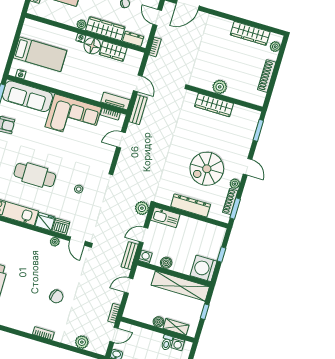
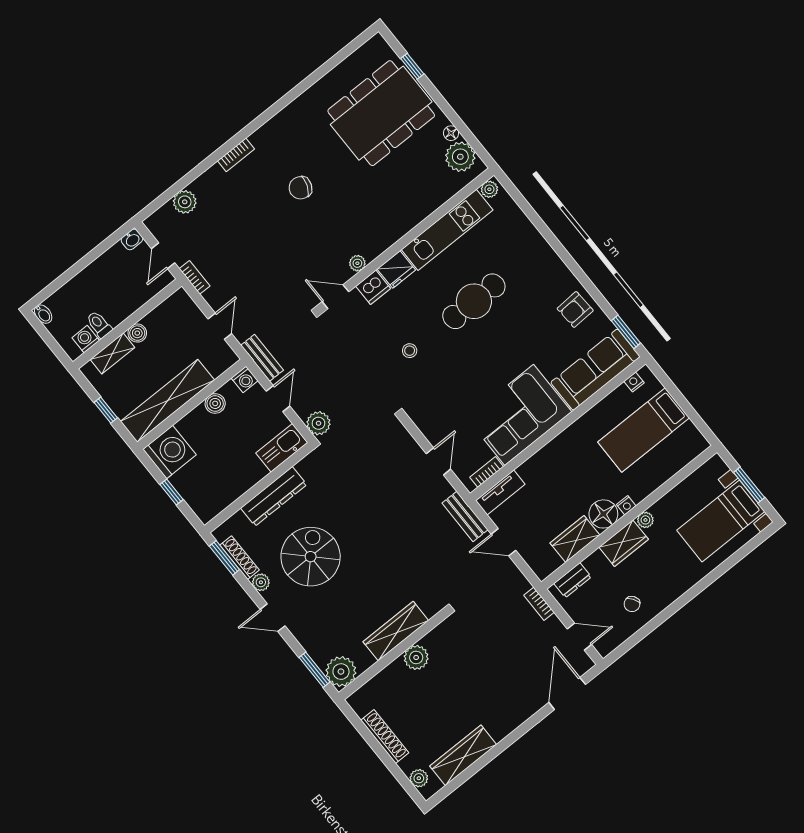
wardrobe: (105, 29) -> (624, 543), width x0.67
plant: (251, 117) -> (341, 672), added
chair: (56, 296) -> (300, 188), moved

